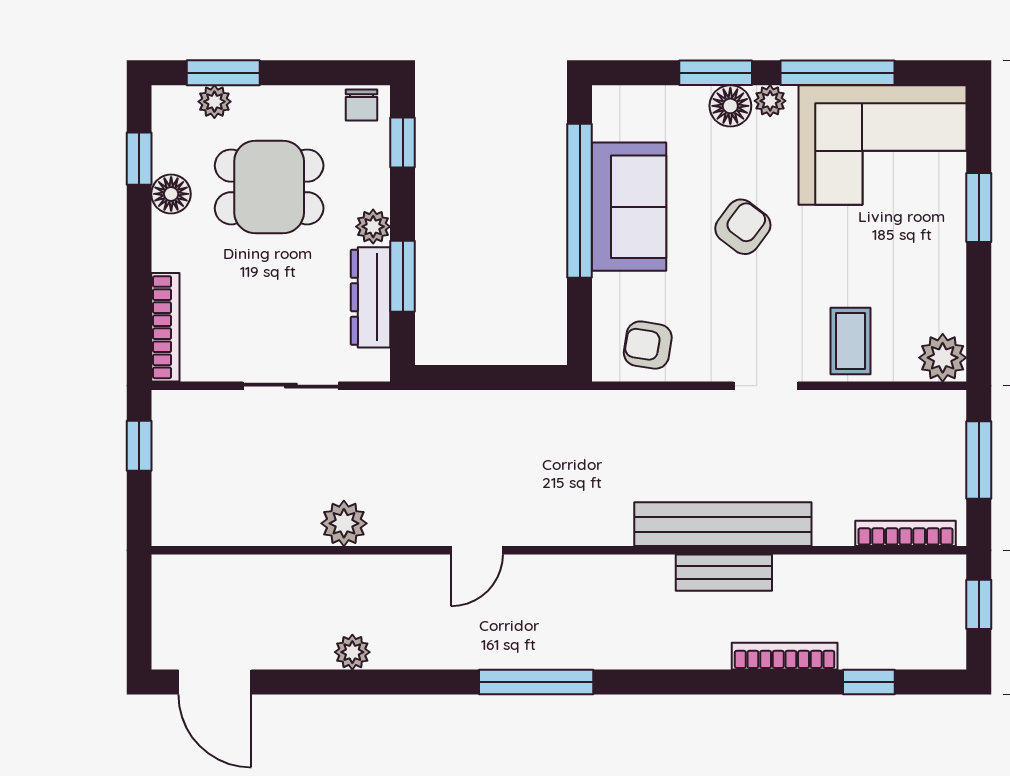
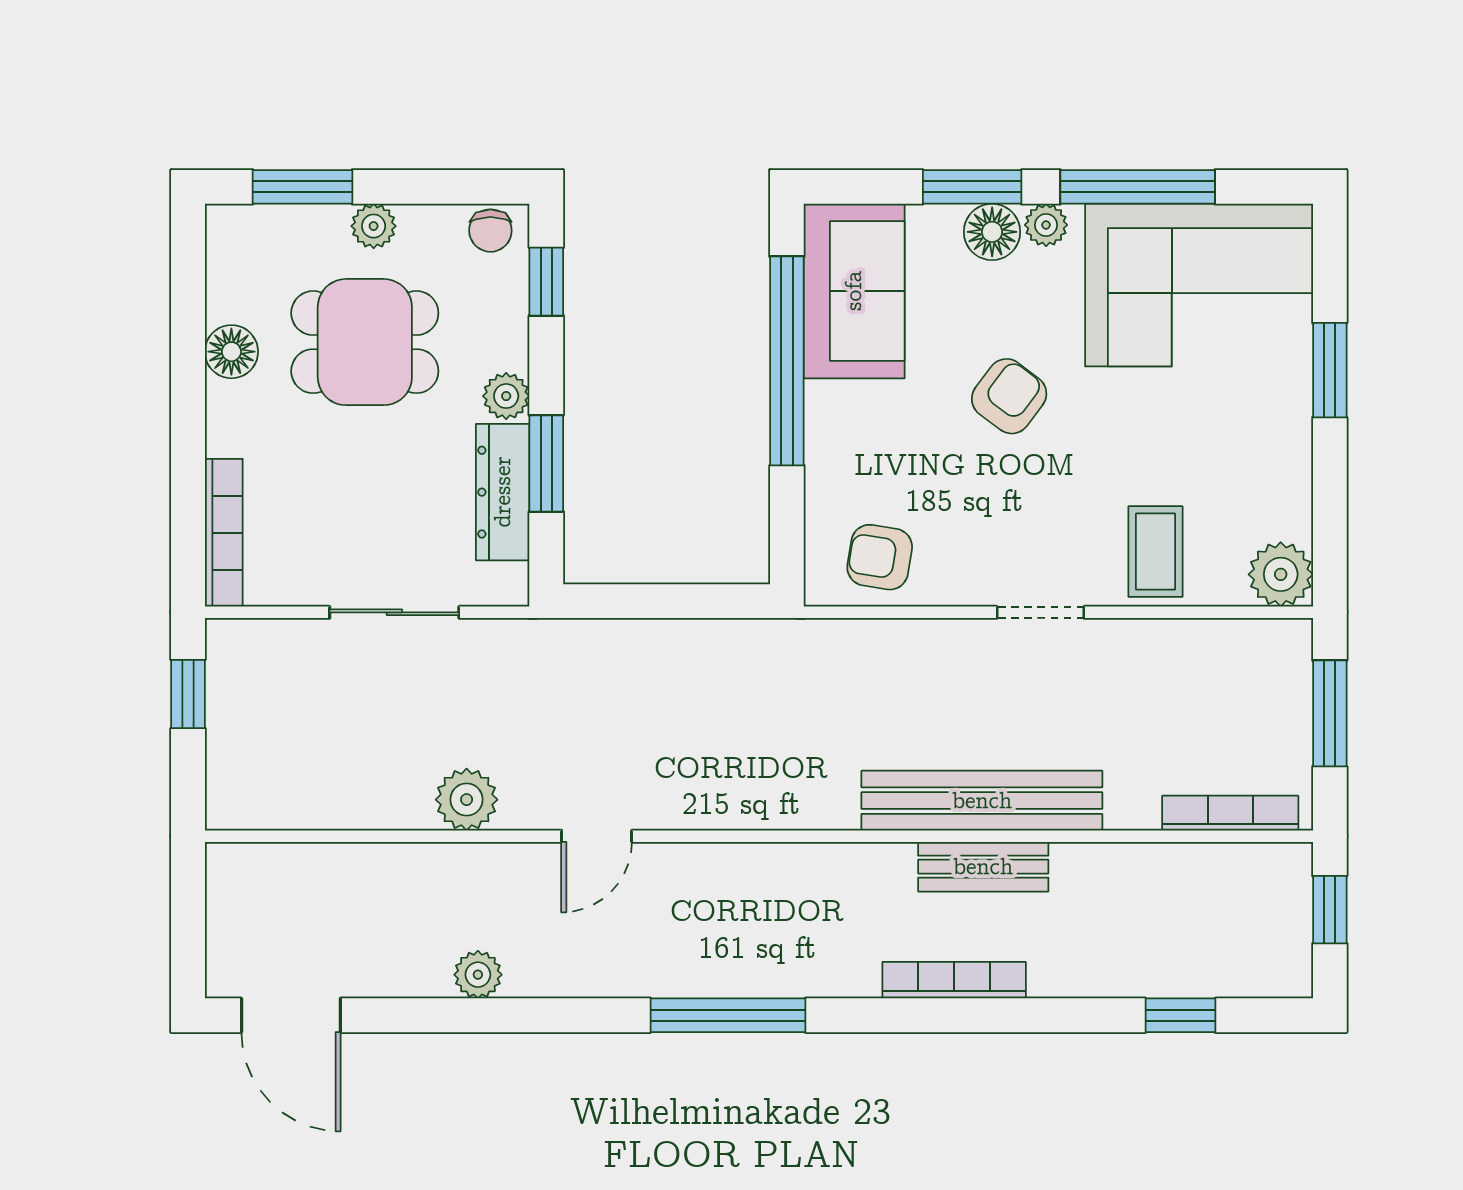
plant: (214, 102) -> (374, 226), moved
window: (139, 159) -> (188, 304), removed
sofa: (629, 207) -> (854, 291), moved
door: (477, 550) -> (597, 836), moved
bookcase: (785, 656) -> (954, 980), moved

